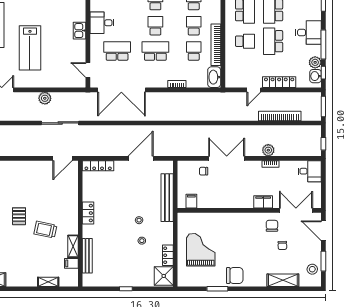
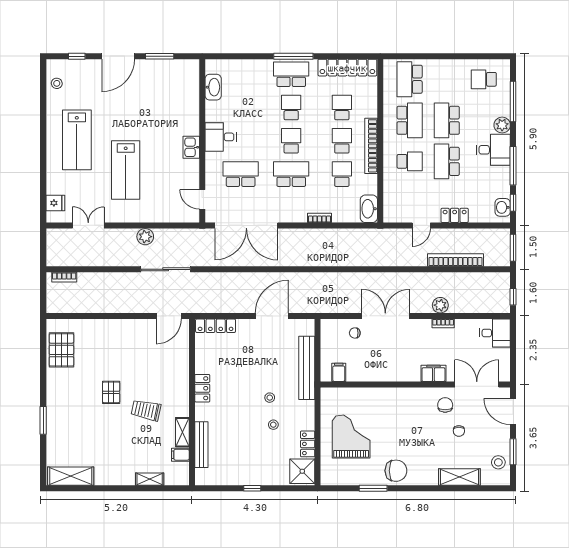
bookcase: (216, 45) -> (371, 146), moved
plant: (315, 62) -> (502, 125), moved
locker: (279, 82) -> (455, 215), width x0.66

